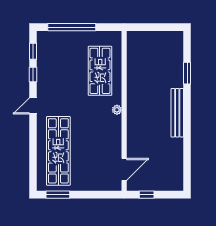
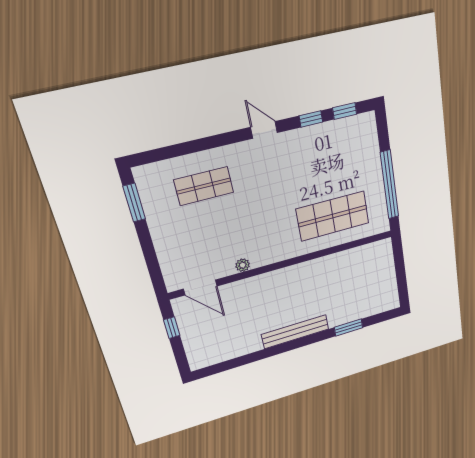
window: (72, 27) -> (389, 185), moved
plant: (117, 110) -> (243, 265), moved
shop shelf: (58, 151) -> (204, 186), width x0.50, depth x0.74

